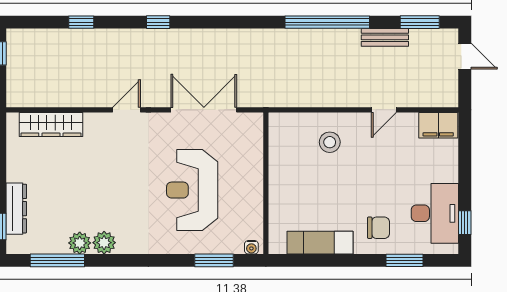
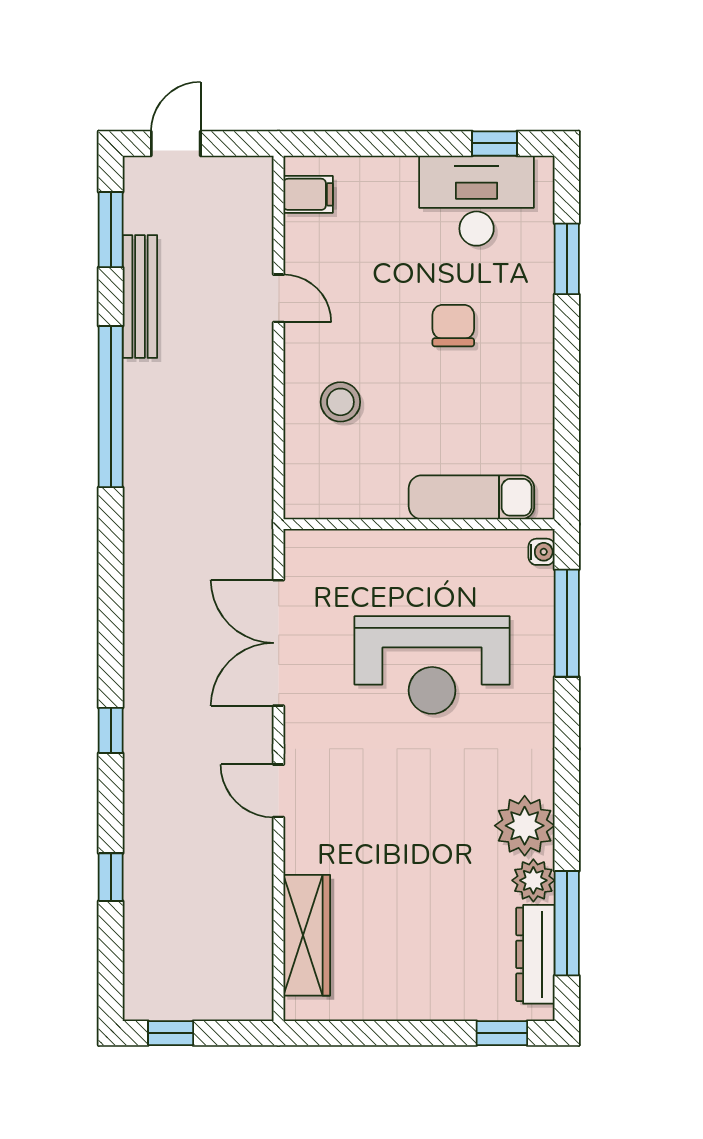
bench: (385, 37) -> (140, 296), width x1.36
filing cabinet: (438, 125) -> (308, 194), width x0.50
dresser: (16, 209) -> (535, 954), moved, turned -90
chair: (378, 228) -> (453, 326), moved
plant: (104, 243) -> (525, 826), width x1.36, depth x1.36
exam couch: (320, 243) -> (471, 497), moved, turned 90
window: (214, 260) -> (567, 623), width x1.44

